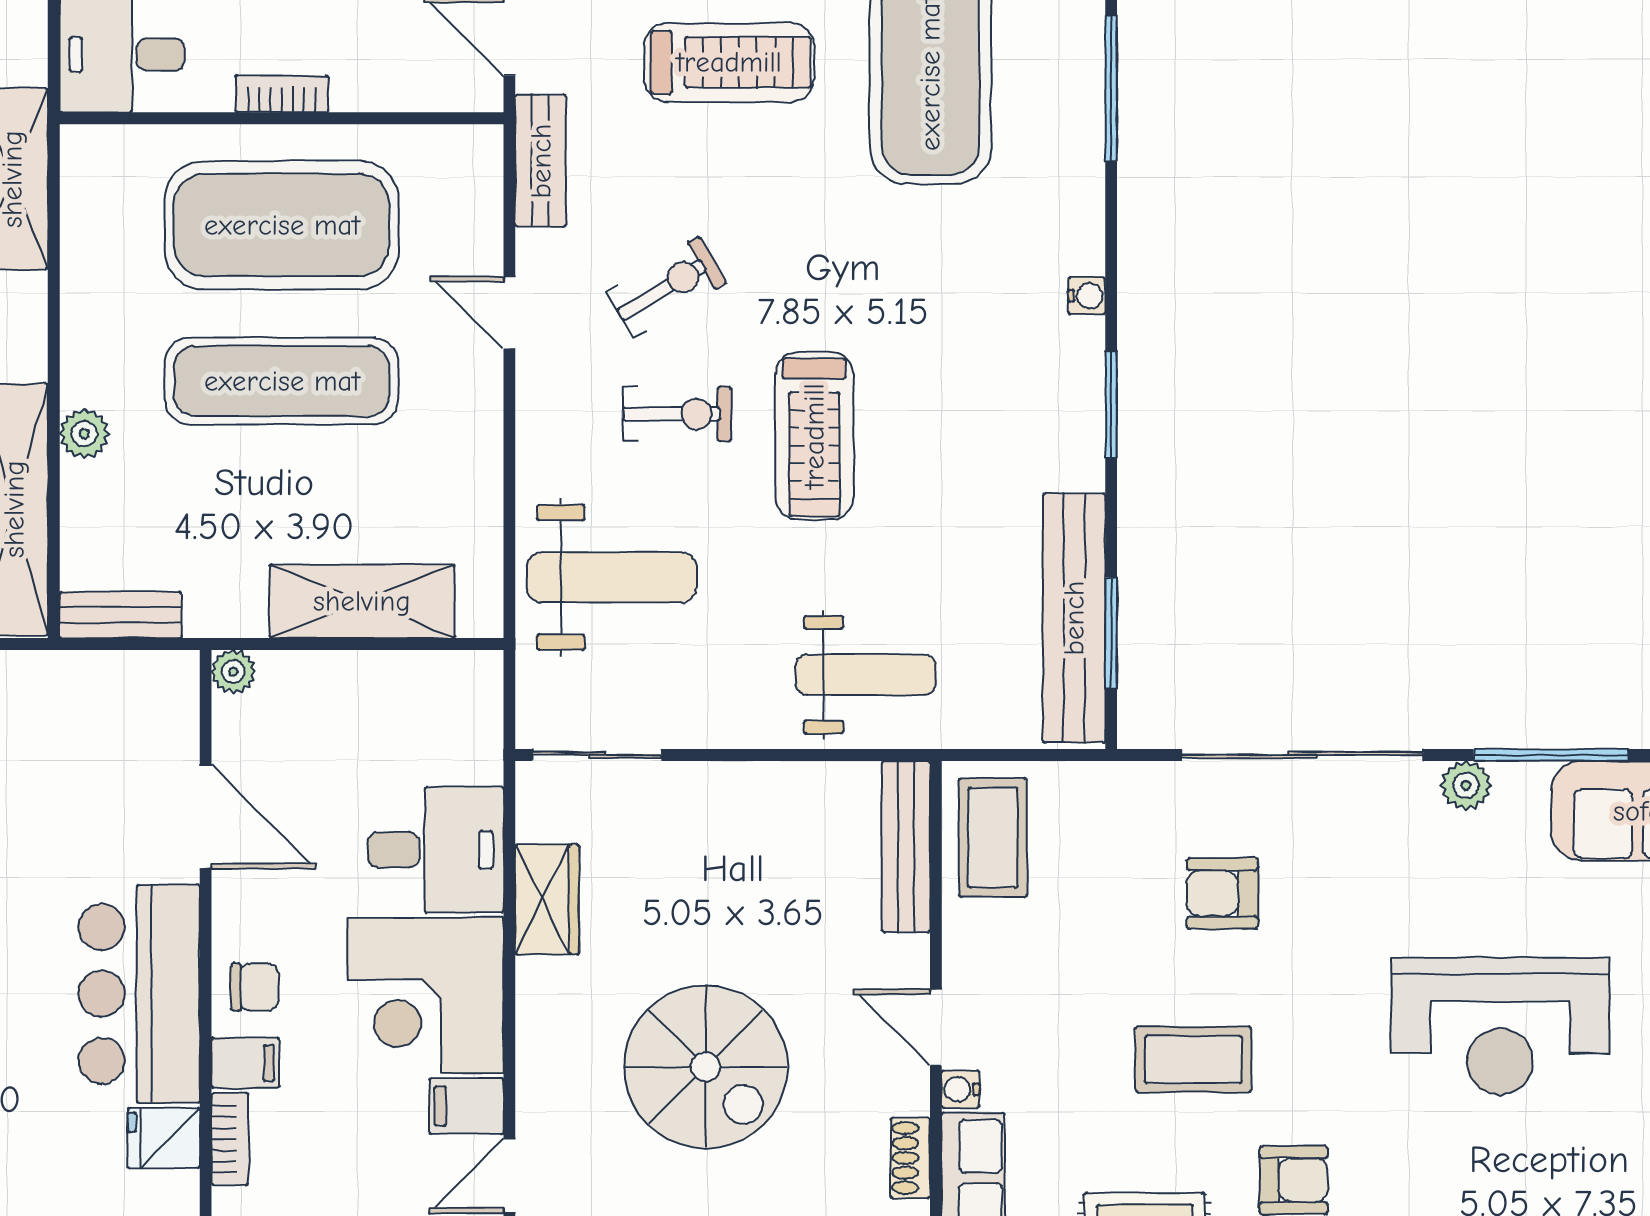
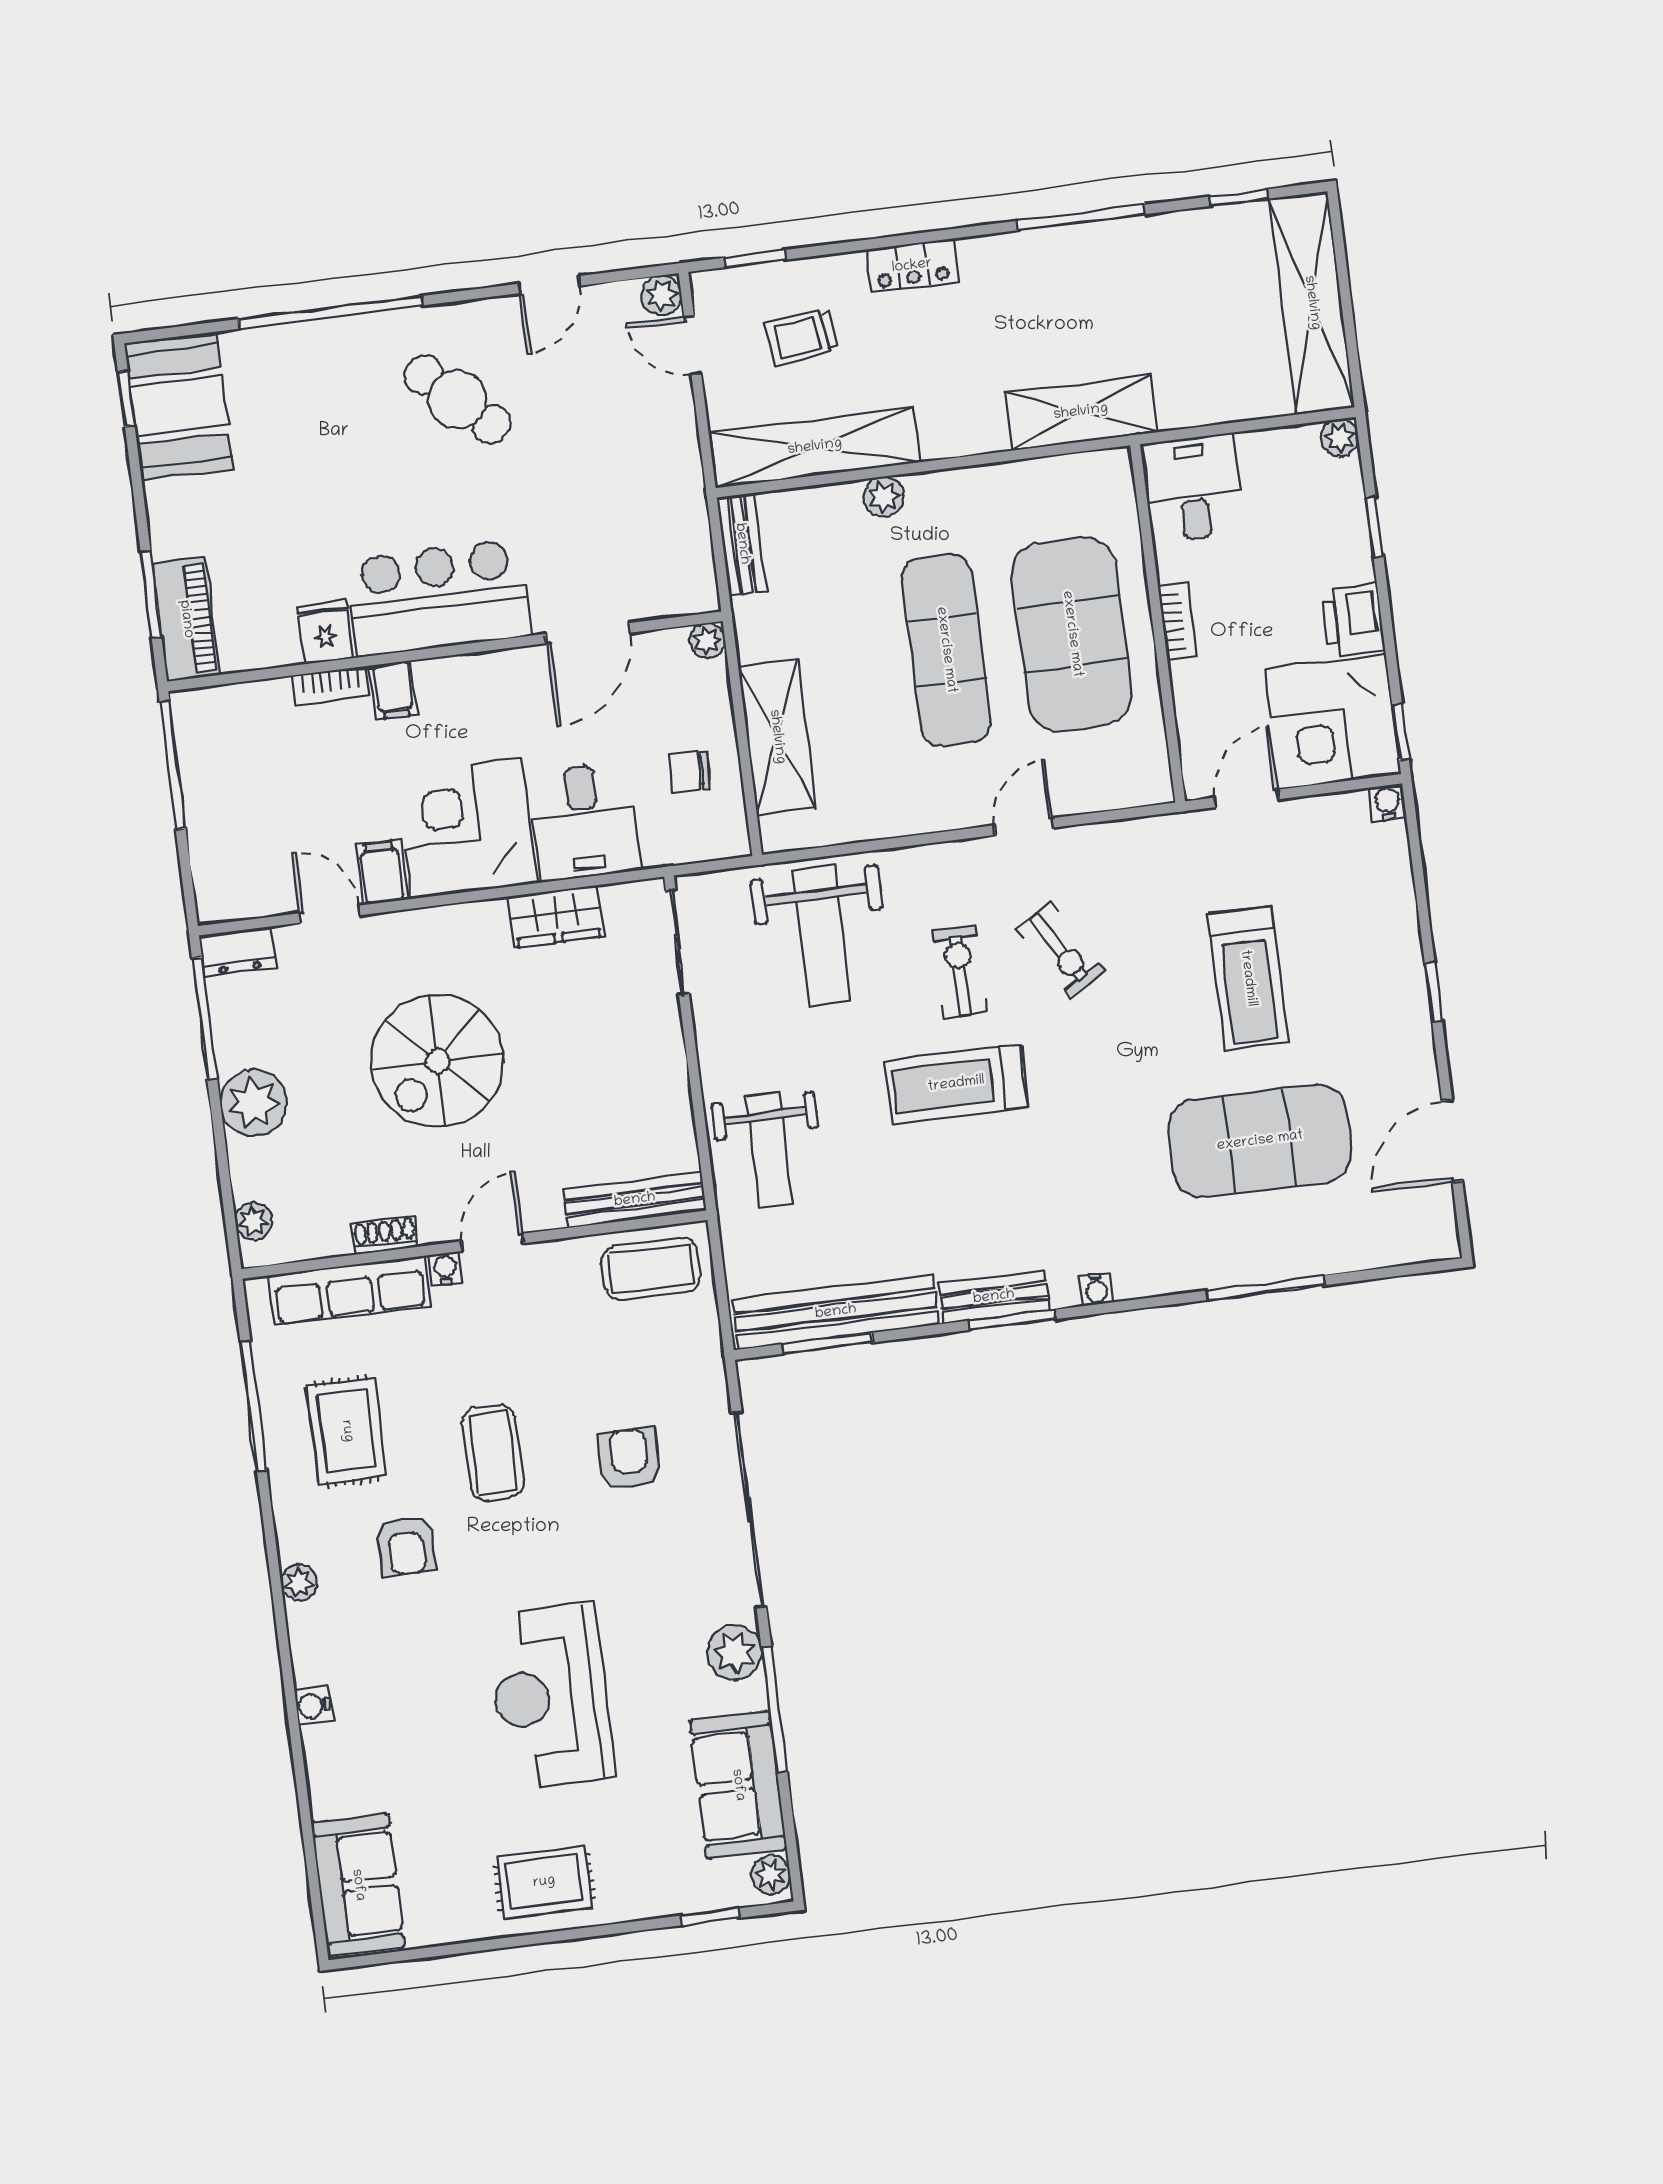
bench: (541, 161) -> (994, 1297), moved
exercise bike: (677, 414) -> (960, 972), turned 180
plant: (1466, 785) -> (735, 1653), width x1.38, depth x1.38
chair: (255, 987) -> (690, 772), moved, turned 93

